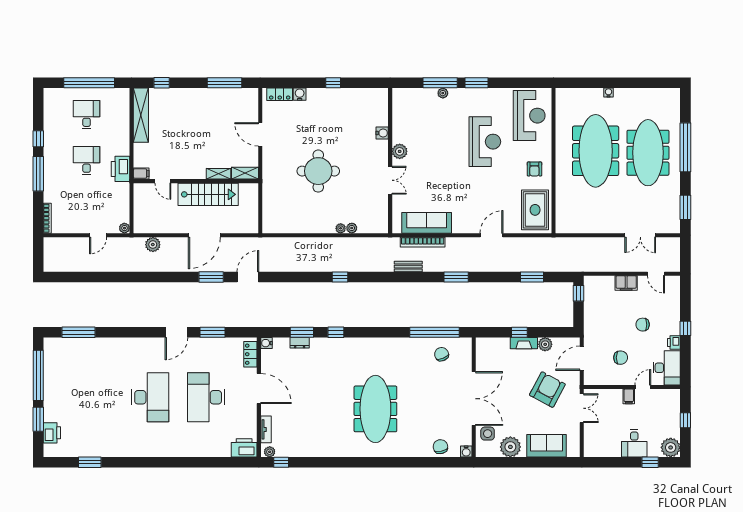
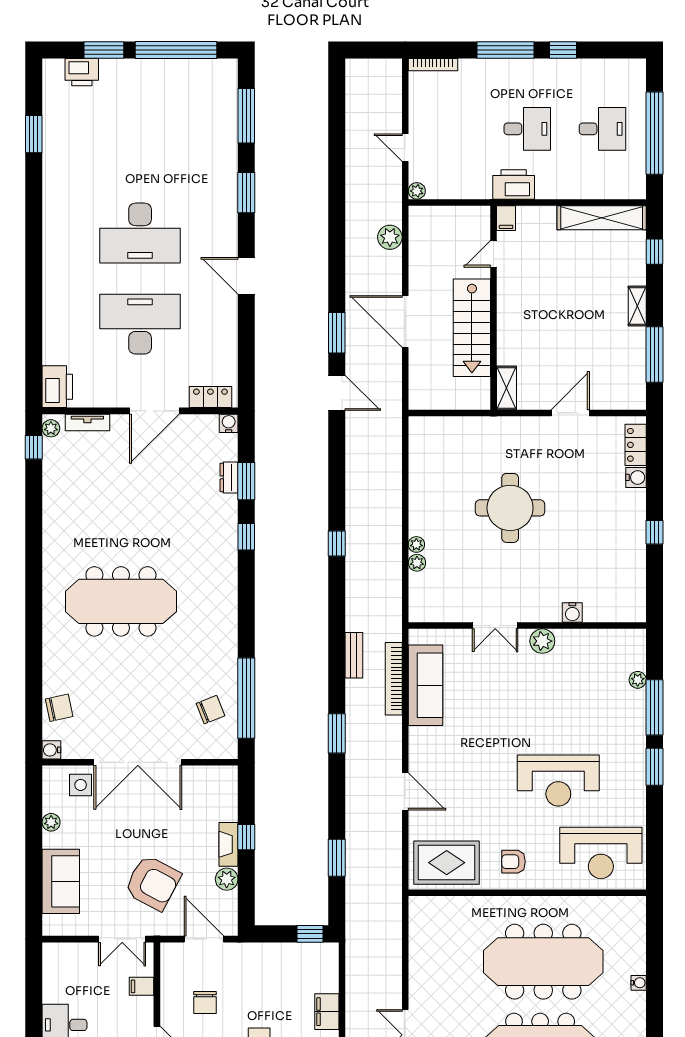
plant: (443, 93) -> (638, 680), moved
shelving: (218, 174) -> (637, 306), moved
window: (212, 332) -> (246, 193), moved
filing cabinet: (629, 396) -> (142, 986), moved
plant: (510, 447) -> (51, 822), width x0.53, depth x0.53

